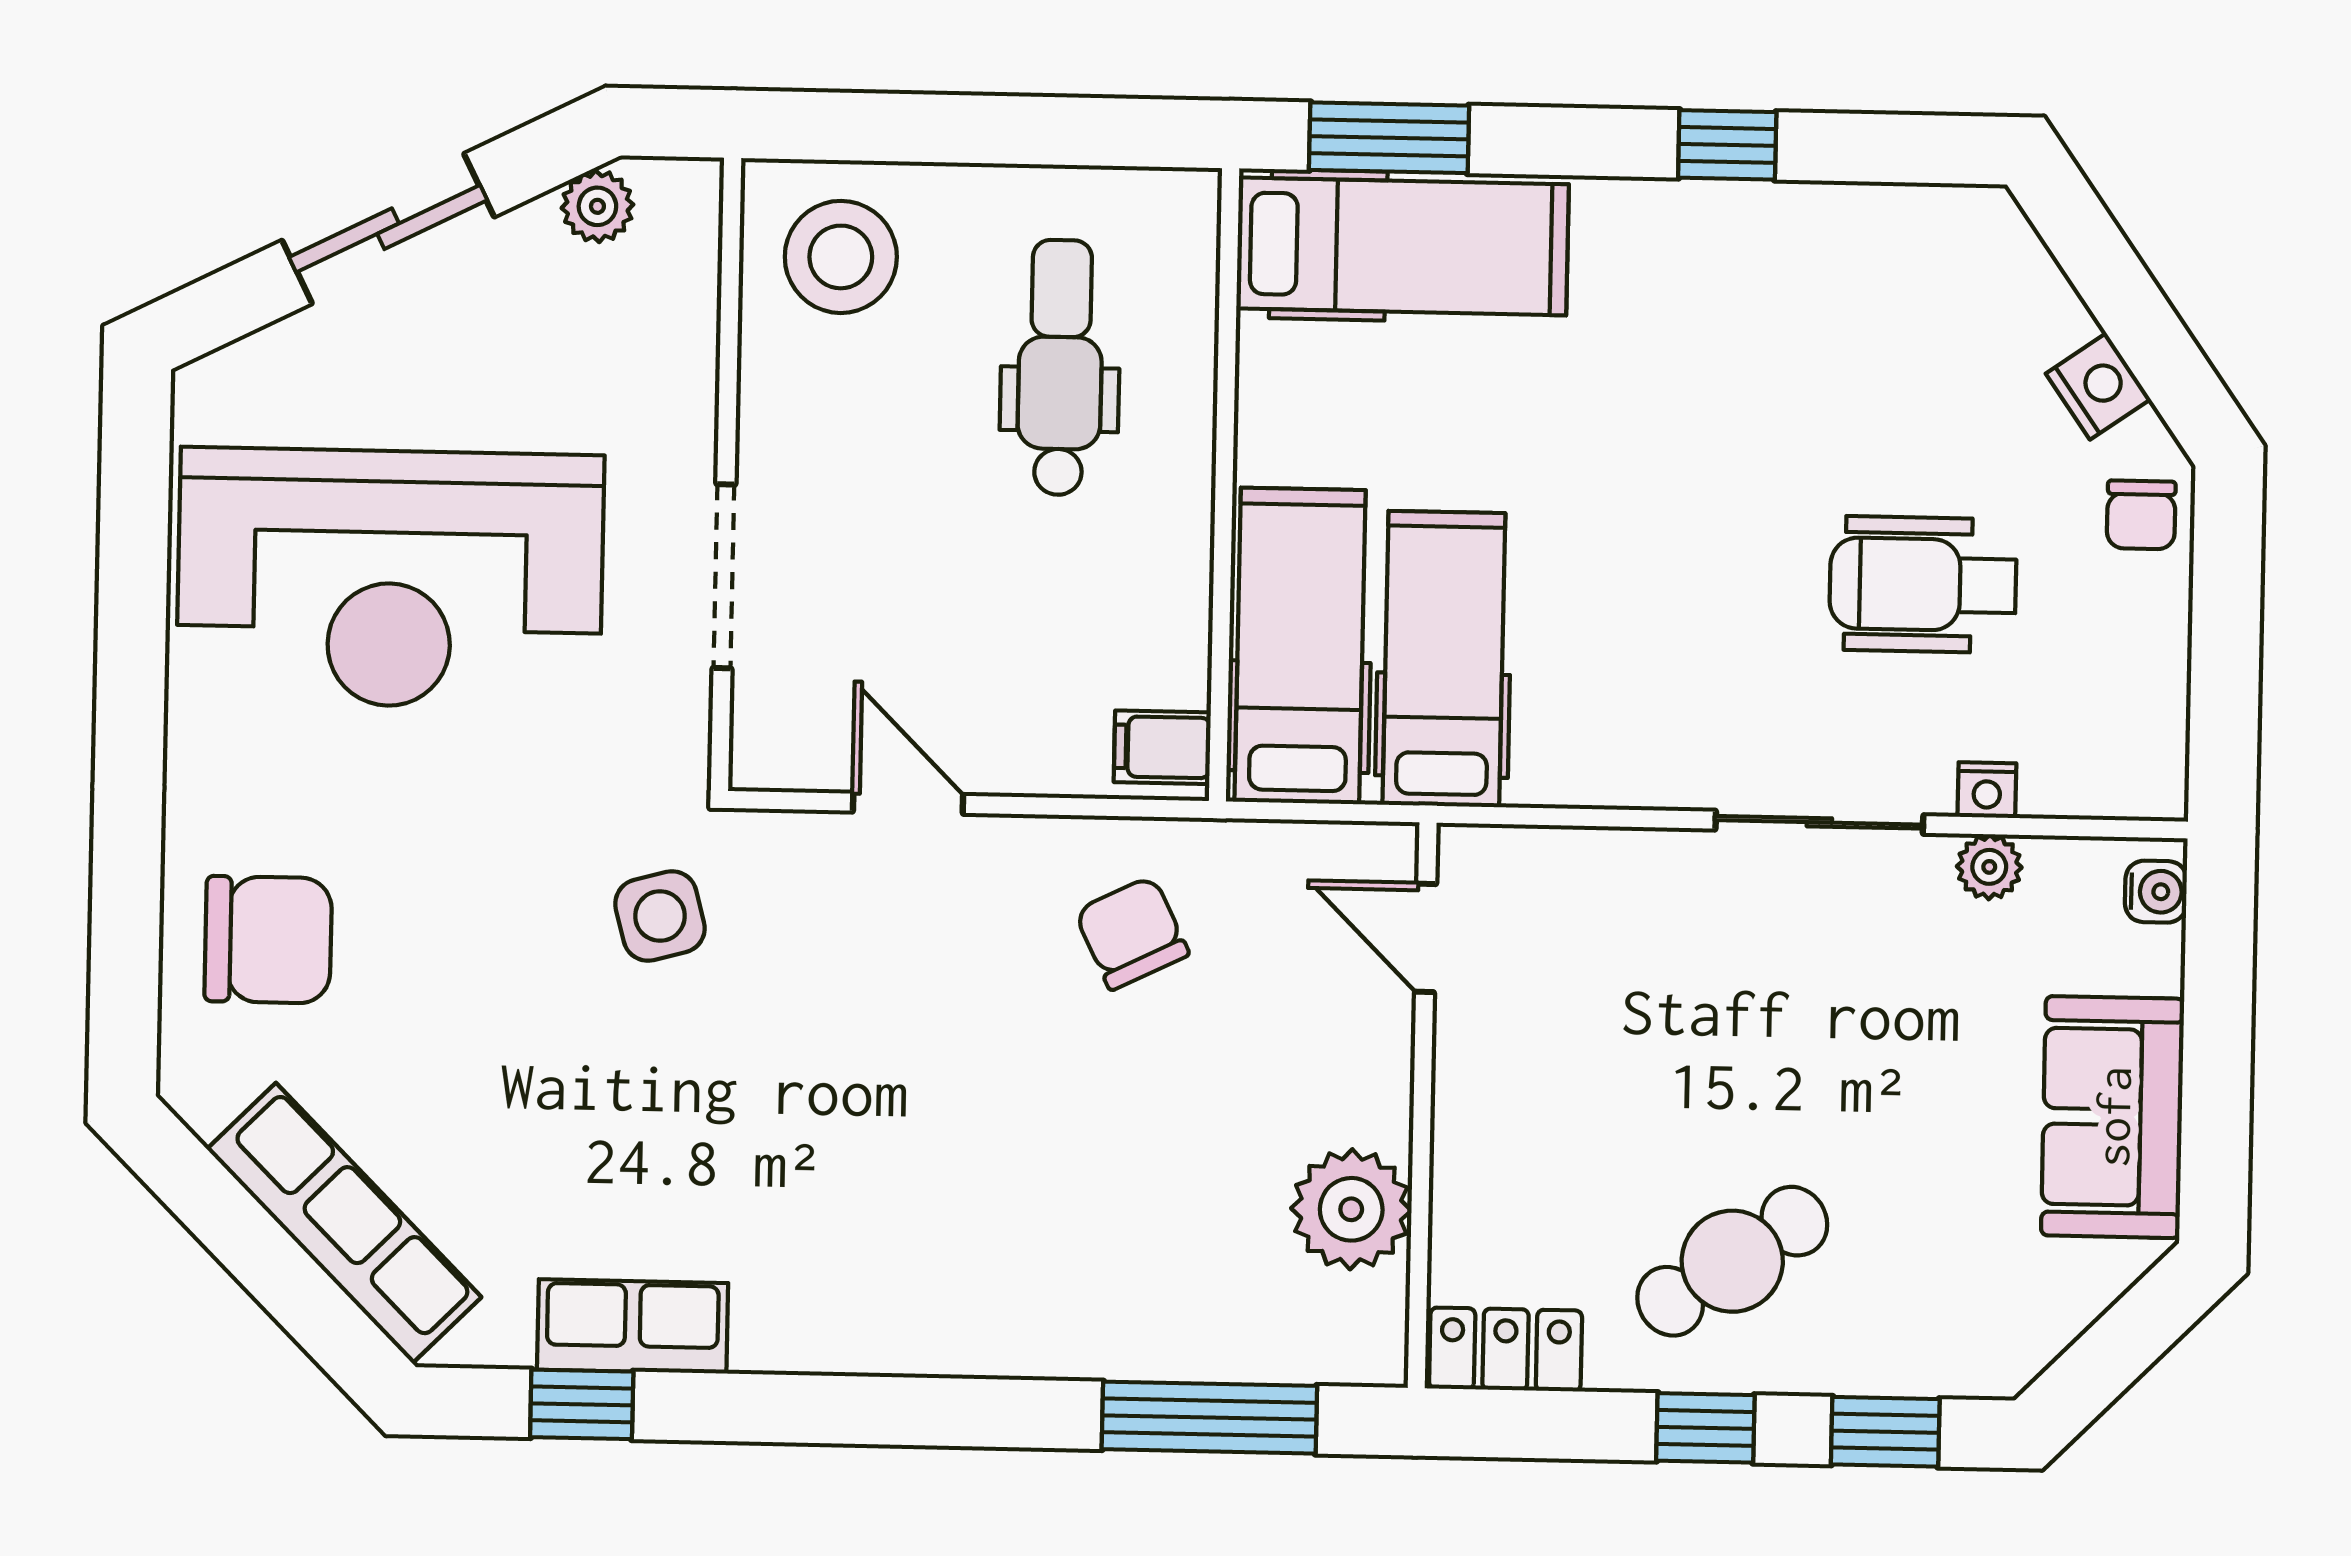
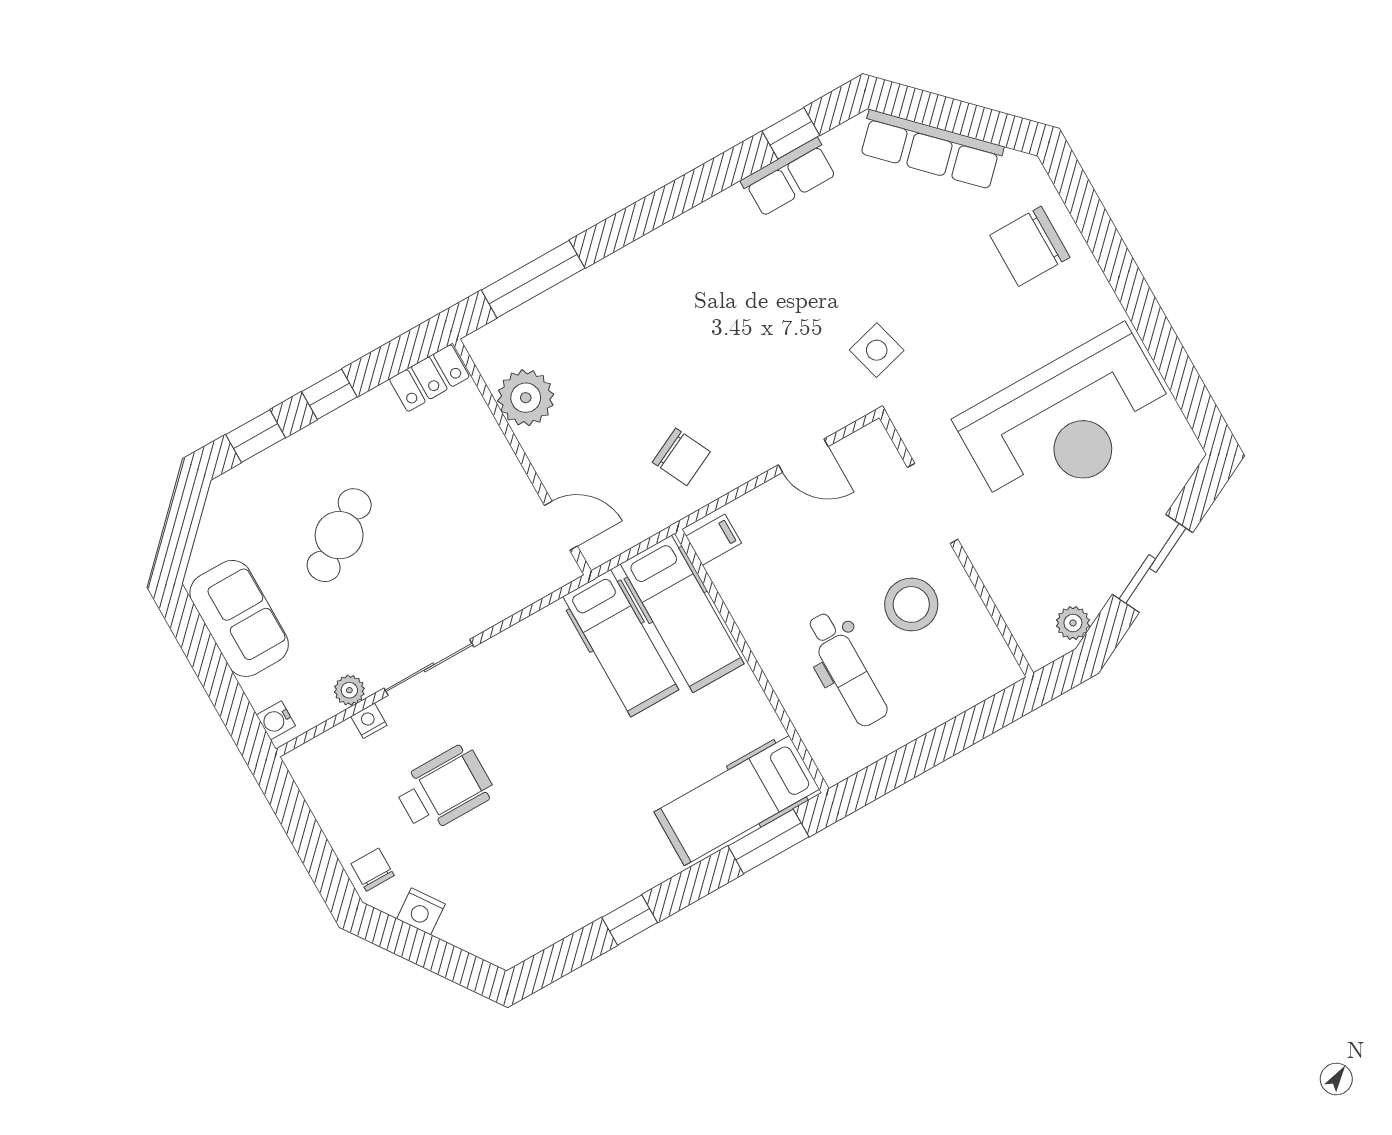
stool: (841, 257) -> (911, 604), moved
reception desk: (390, 578) -> (1067, 422), turned 180
cafe table: (1732, 1261) -> (339, 535), moved

